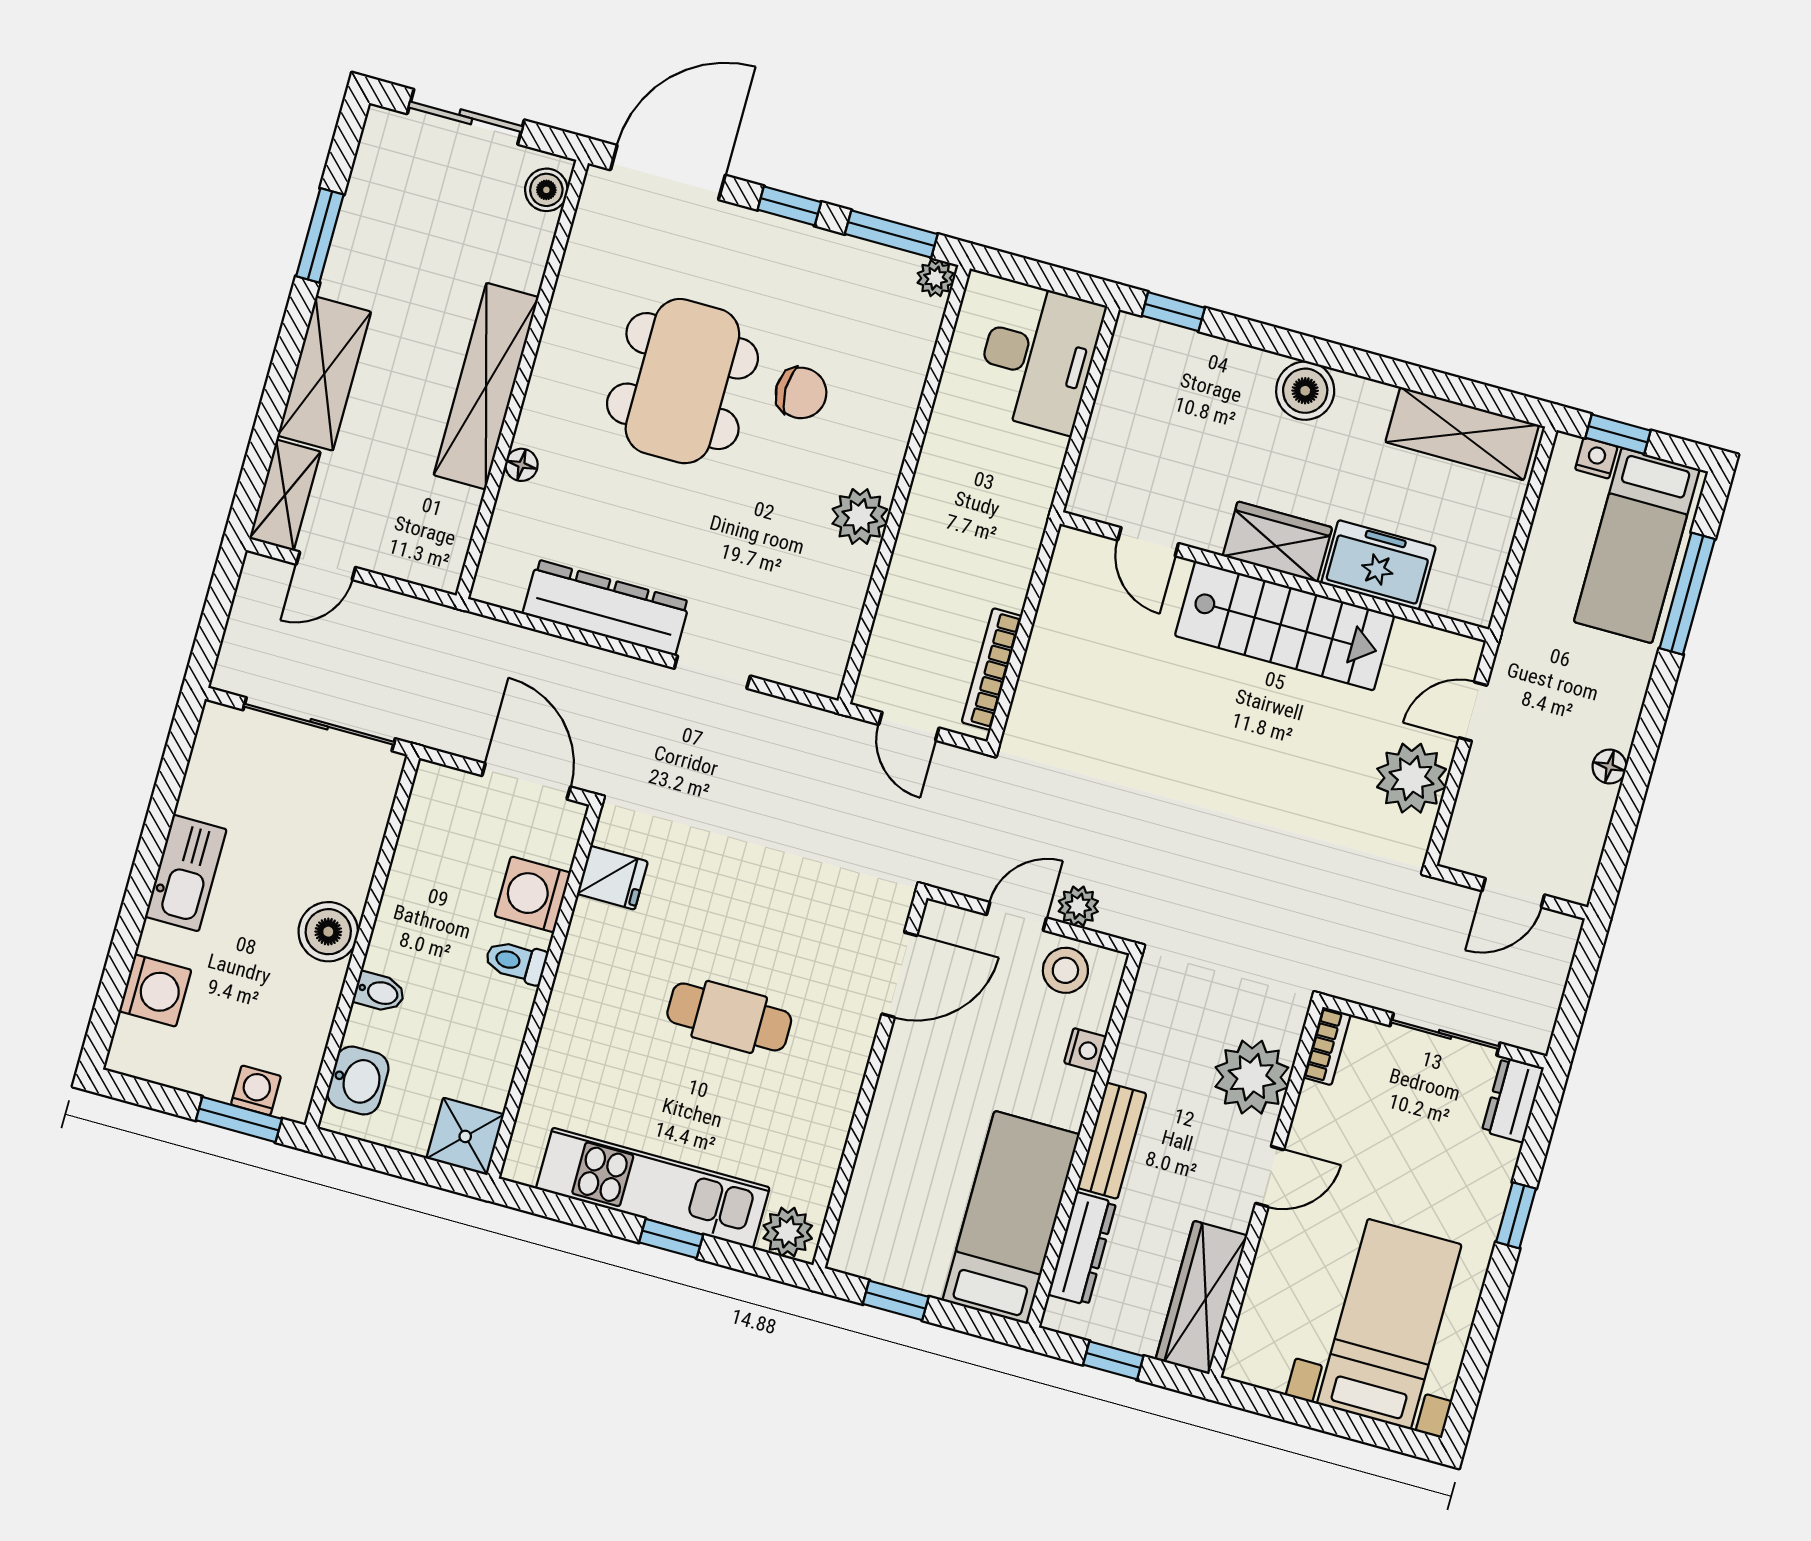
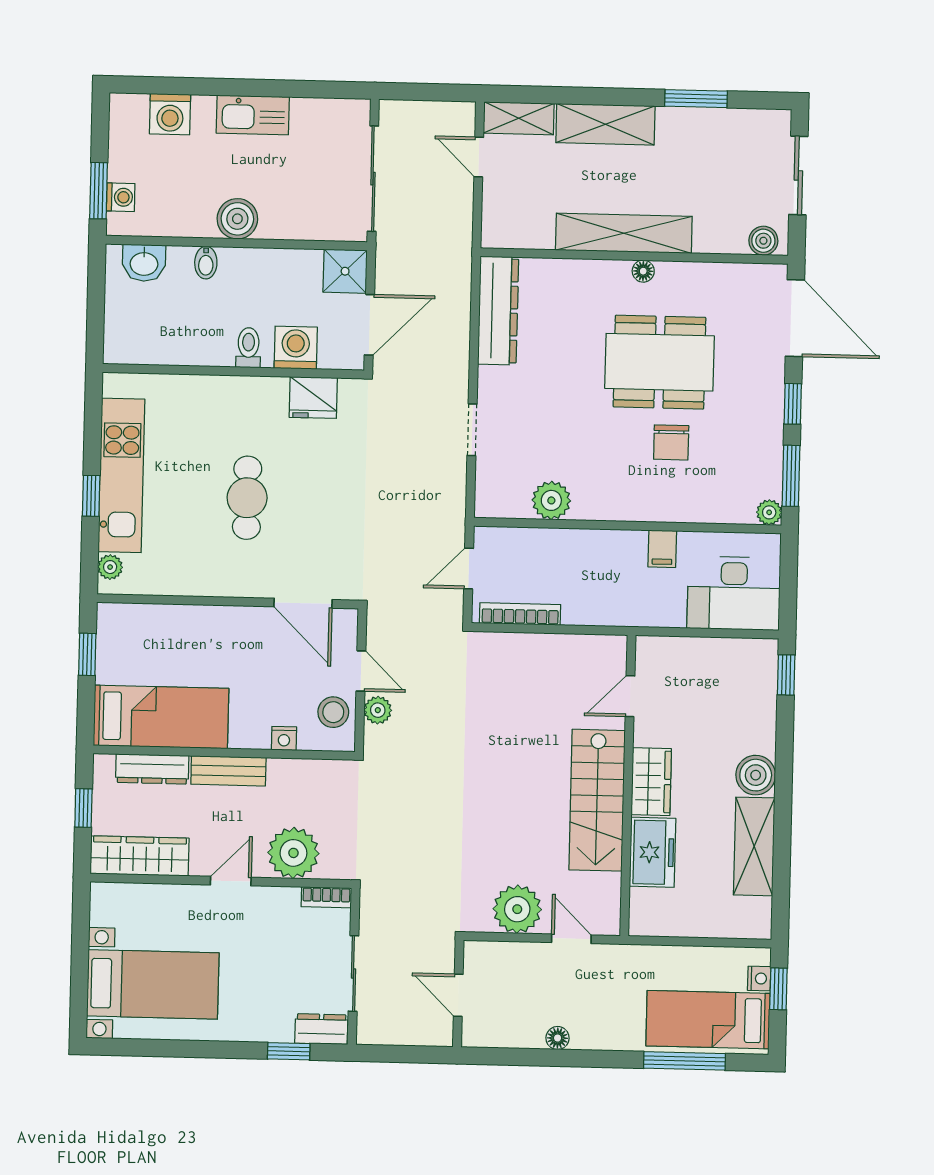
shelving: (1462, 434) -> (754, 846), moved
filing cabinet: (949, 443) -> (662, 549), added
floor lamp: (521, 465) -> (643, 271), moved
plant: (860, 516) -> (551, 500), moved
dresser: (606, 608) -> (498, 311), moved
fridge: (612, 878) -> (313, 398), width x1.38
shower: (465, 1136) -> (345, 271), moved
door: (1270, 1177) -> (231, 881), swing flipped
window: (1516, 1215) -> (289, 1051), moved
plant: (788, 1232) -> (110, 567), width x0.73, depth x0.73

